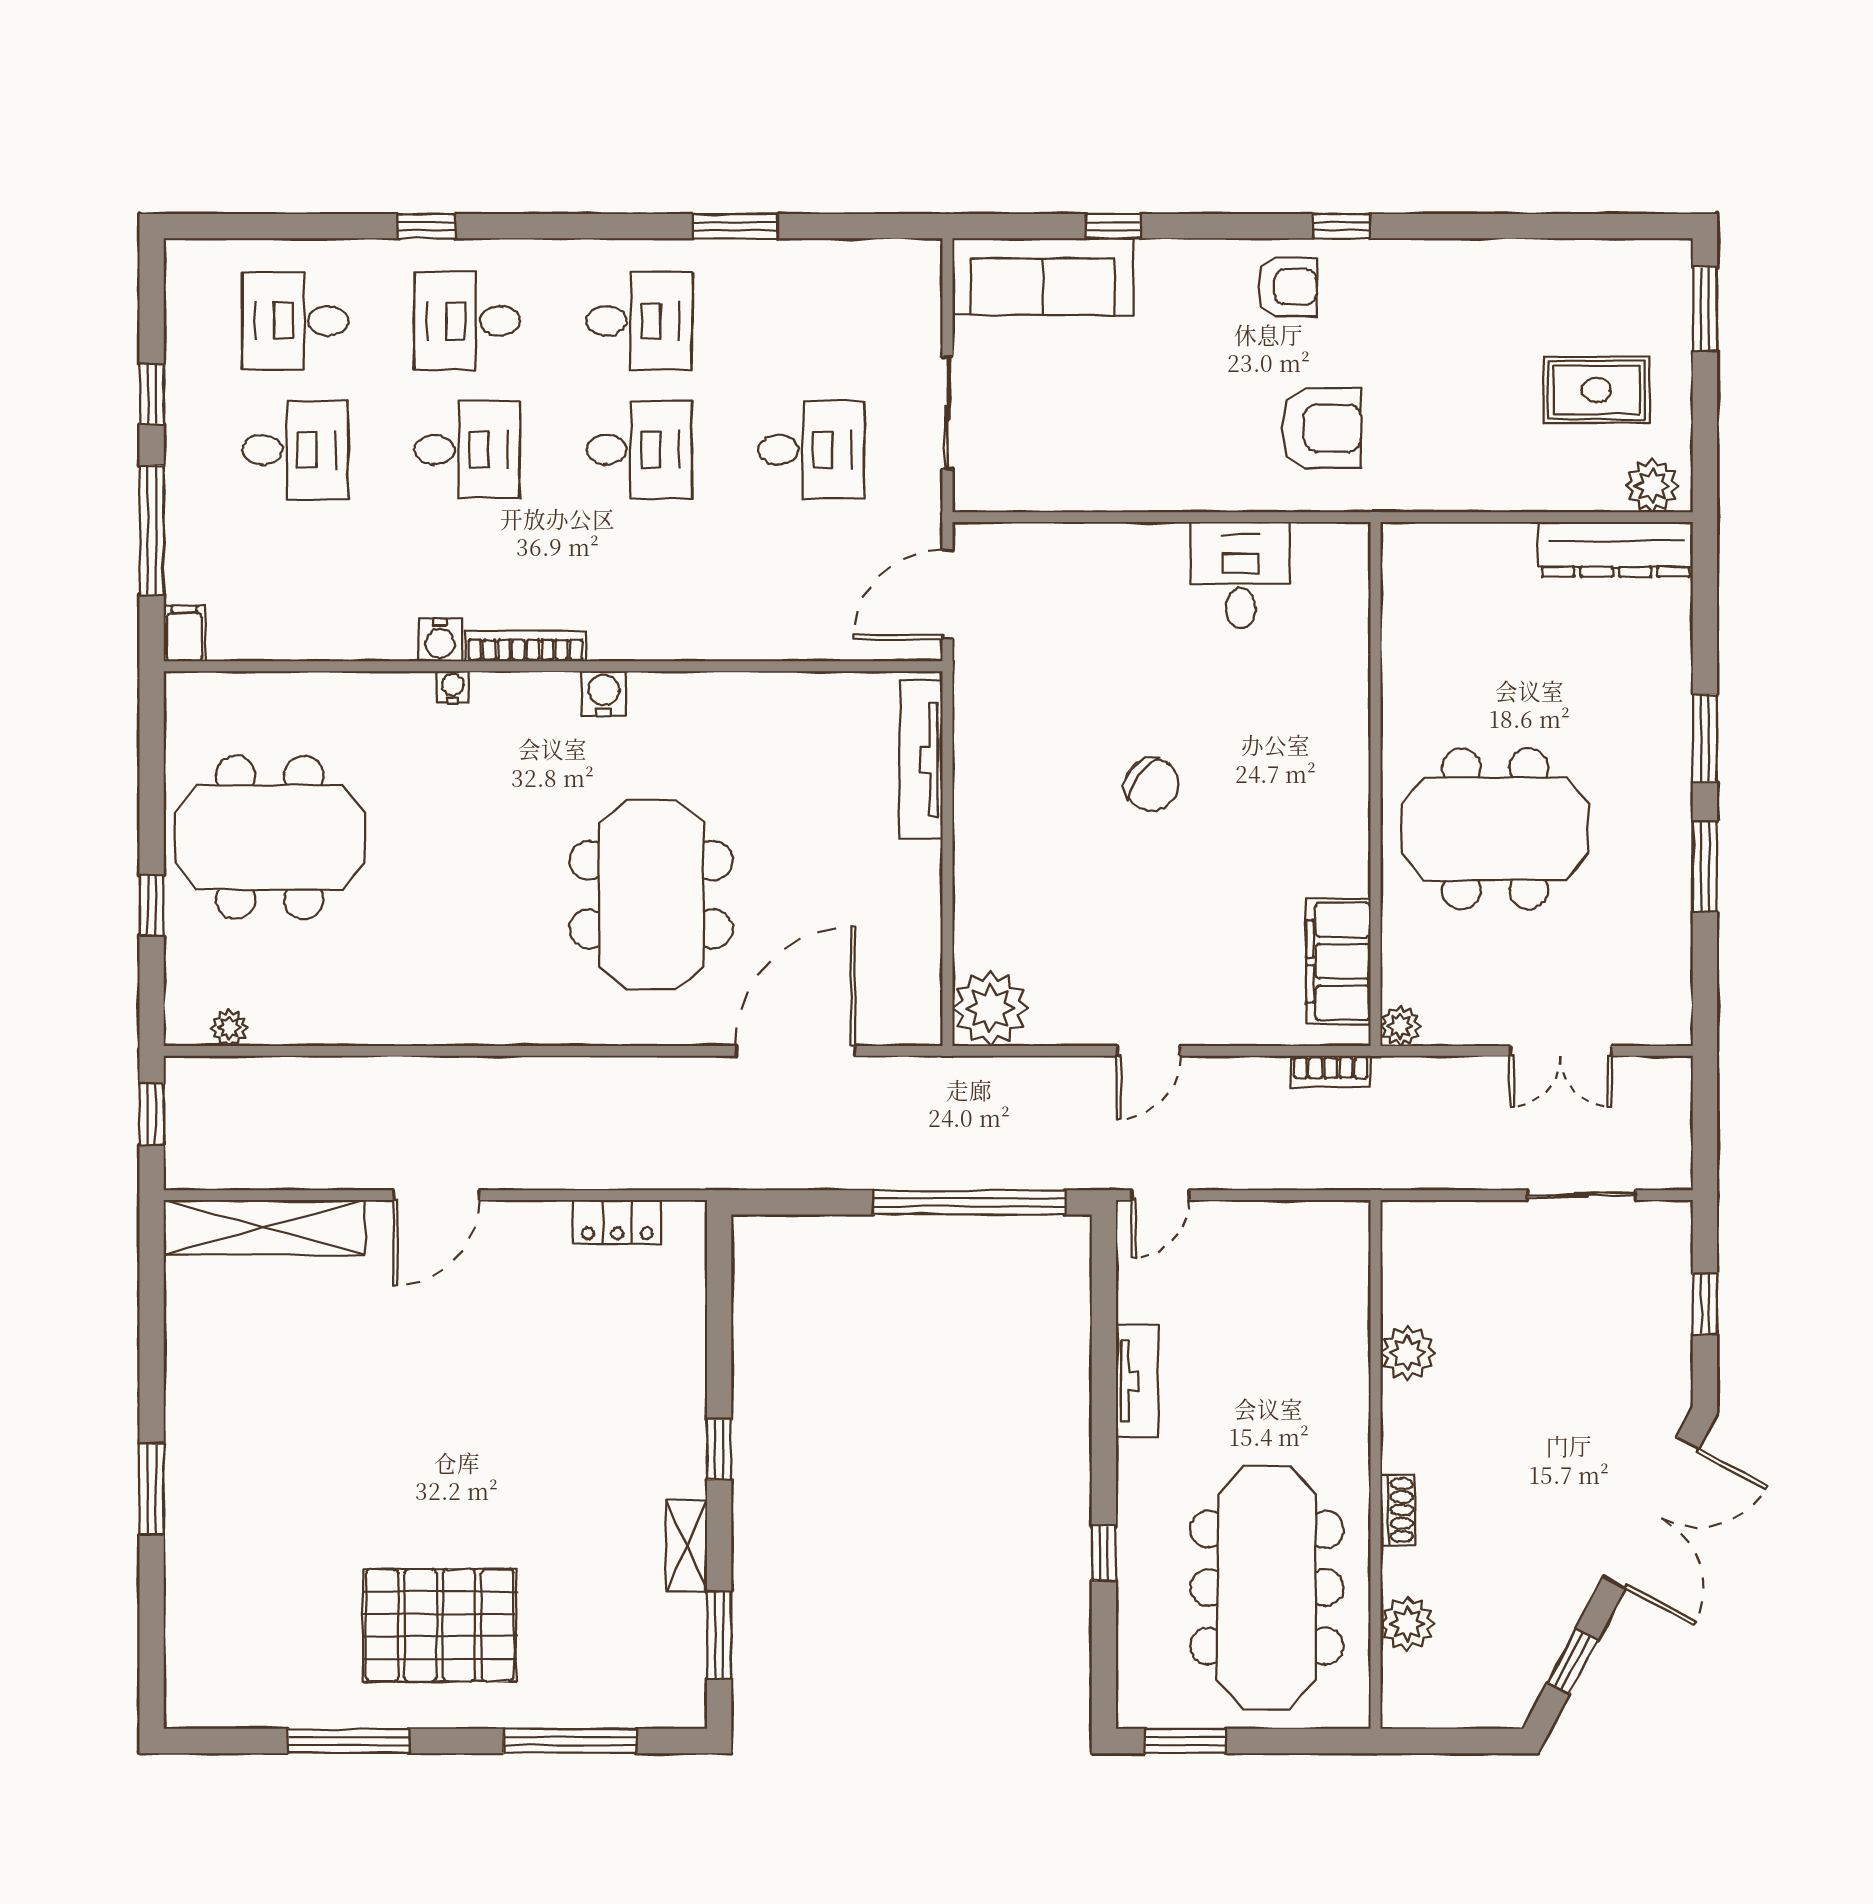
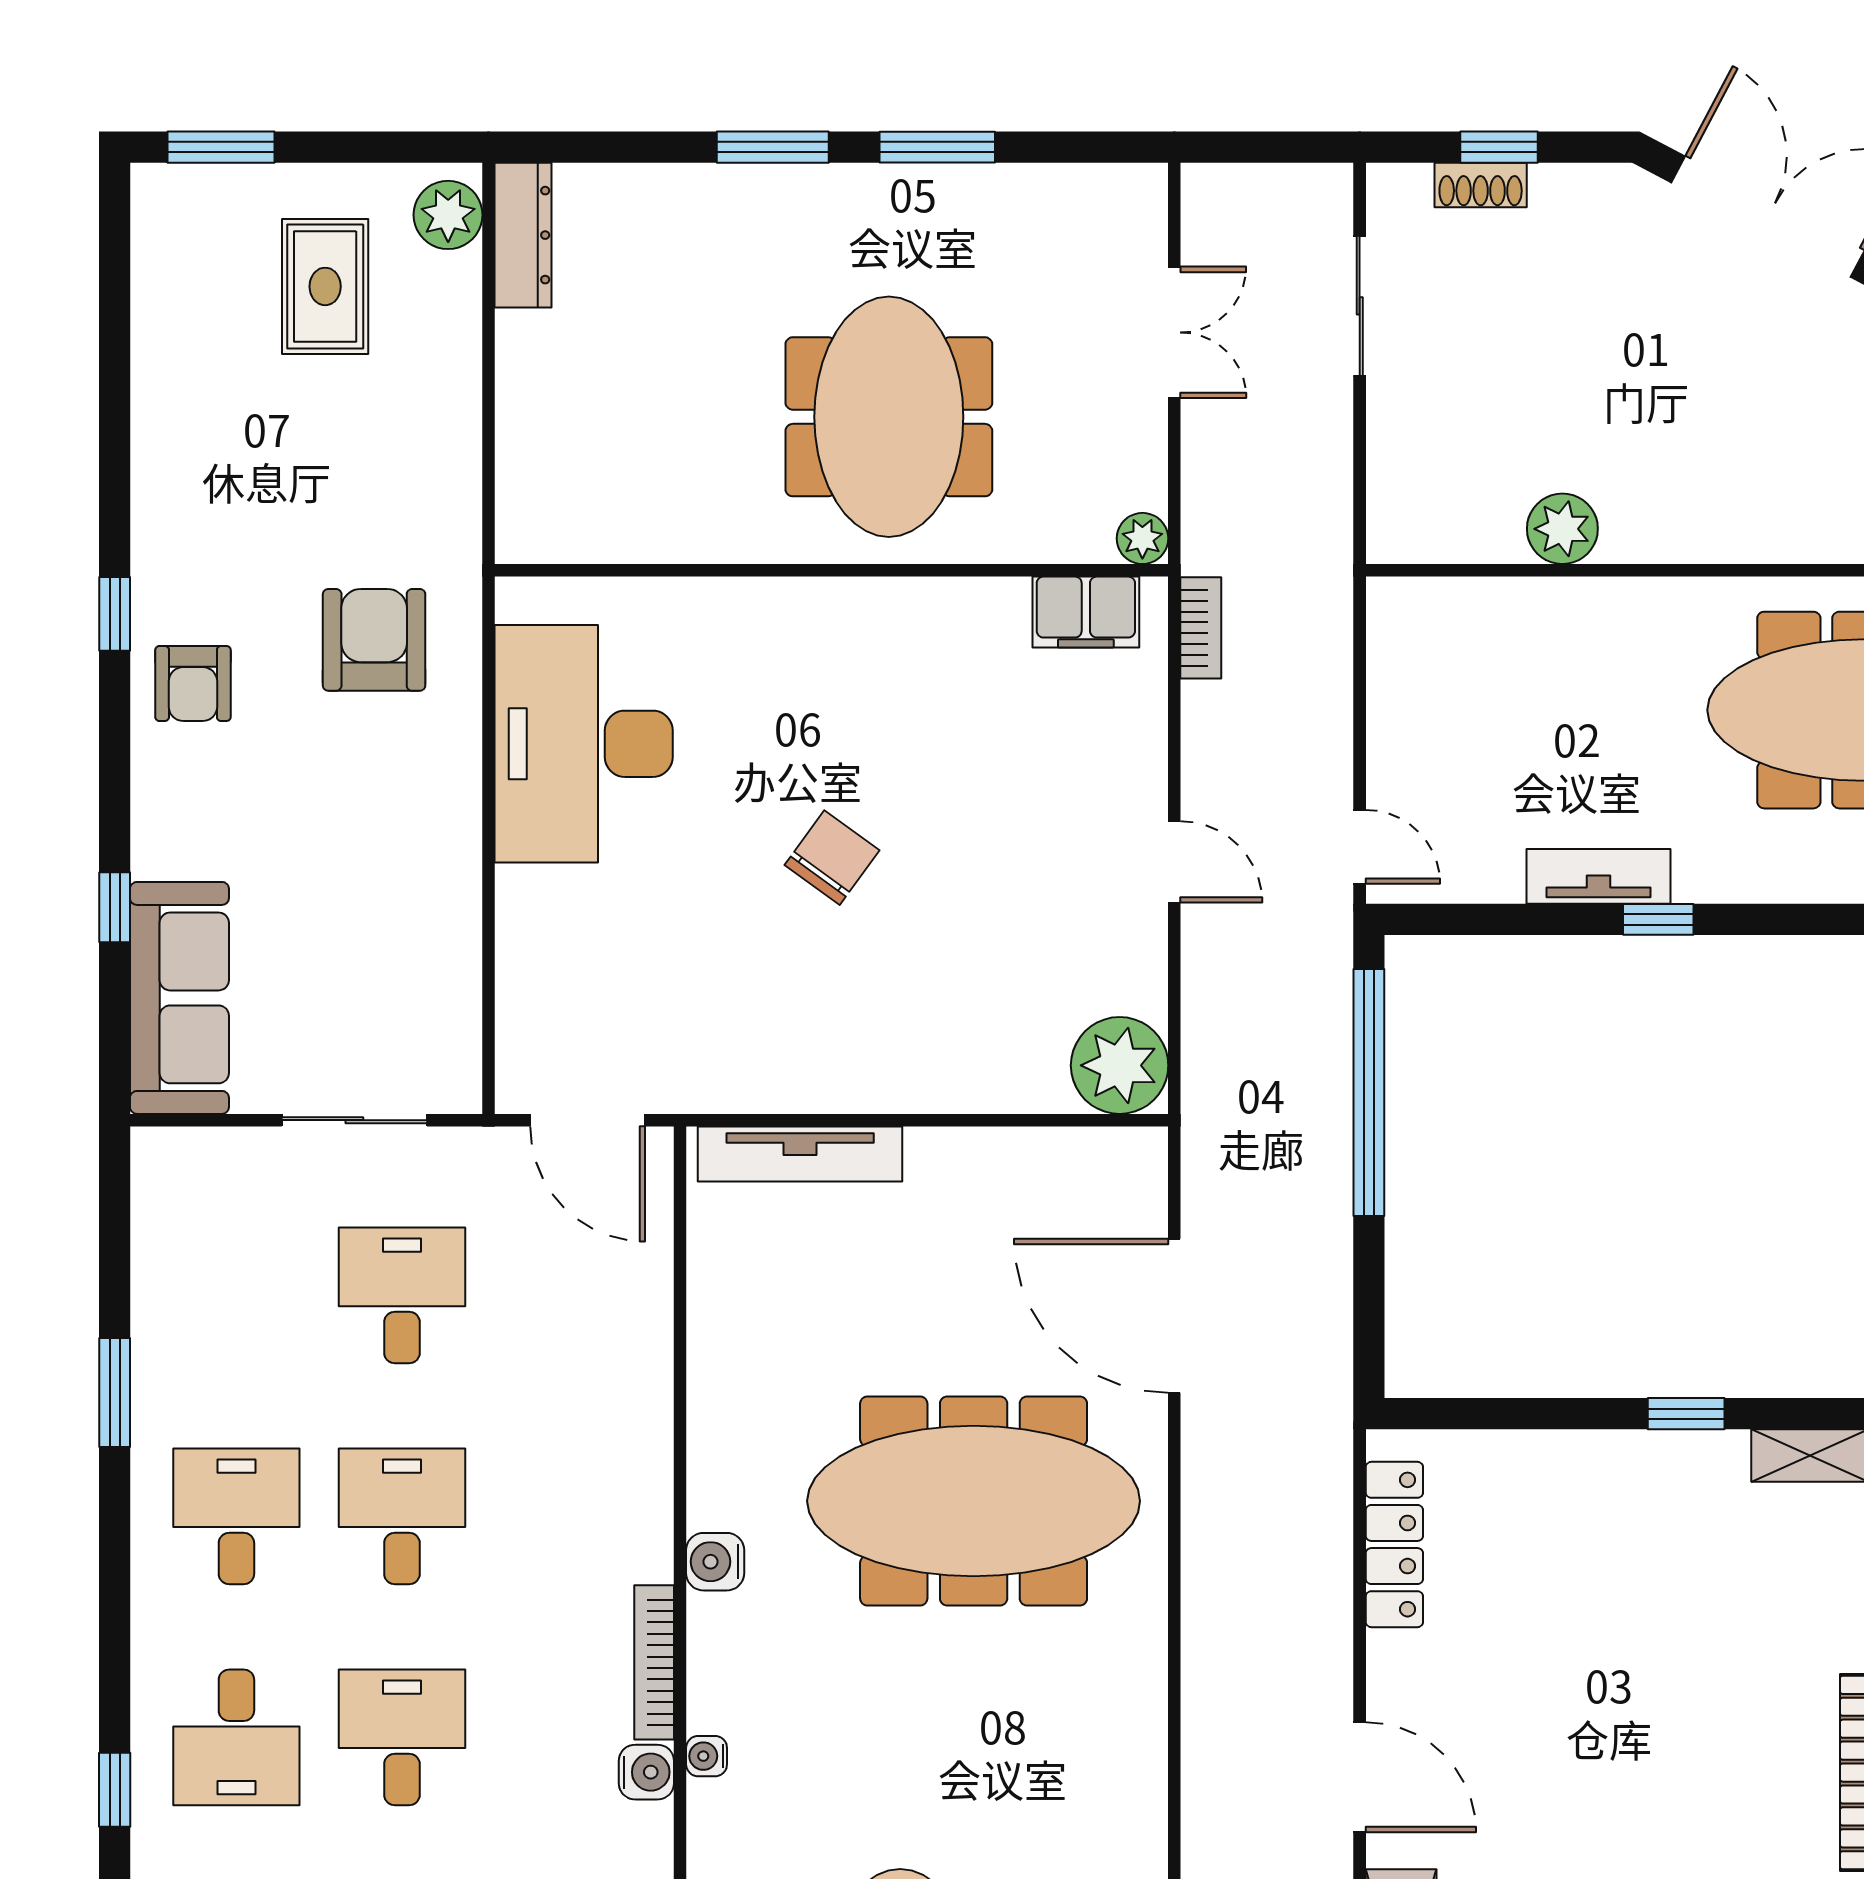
armchair: (1287, 287) -> (193, 684), turned 180
dresser: (1616, 549) -> (523, 235), width x0.73, depth x0.80
desk: (1241, 575) -> (584, 744), width x1.87, depth x1.30
meeting table: (651, 895) -> (974, 1501), width x1.36
filing cabinet: (1338, 961) -> (1086, 612), width x0.67, depth x0.86
locker: (617, 1222) -> (1394, 1545), width x1.53
shoe rack: (1398, 1510) -> (1481, 185), moved, turned 180
window: (1104, 1553) -> (1658, 919), moved

